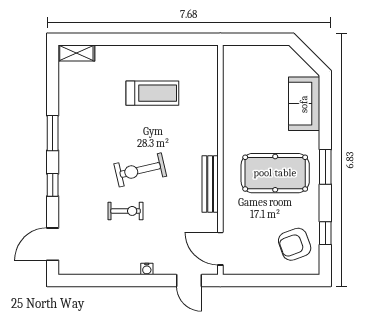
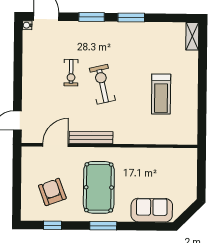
window: (53, 185) -> (92, 17), width x1.50
armchair: (295, 244) -> (52, 192), moved
door: (220, 249) -> (56, 145), moved
water cooler: (147, 269) -> (27, 25), moved

